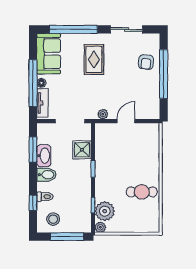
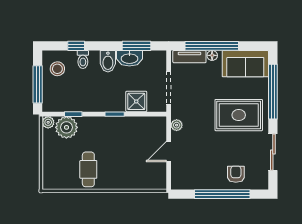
rug: (94, 60) -> (239, 115), width x1.36, depth x1.43
armchair: (146, 62) -> (236, 174), turned 84
door: (126, 121) -> (169, 151), swing flipped

